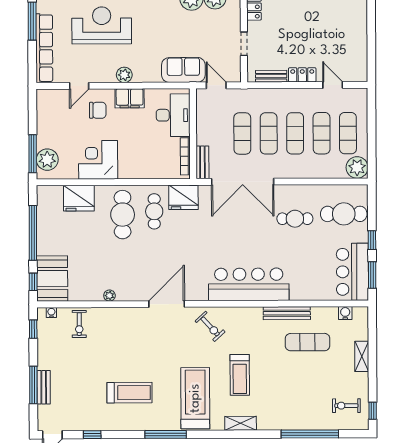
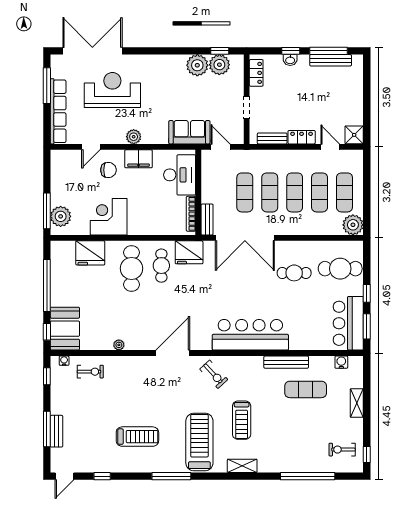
shower: (358, 72) -> (354, 135), added
exercise bike: (79, 324) -> (90, 372), turned -90

